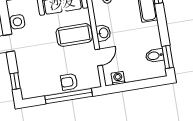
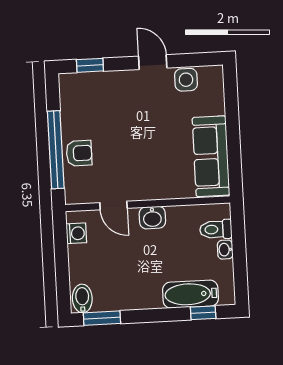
coffee table: (74, 35) -> (154, 170), removed
bidet: (155, 56) -> (82, 298), moved
armchair: (69, 82) -> (79, 153), turned 90

